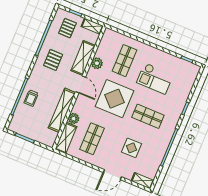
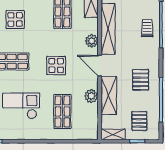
display table: (114, 99) -> (56, 65), width x0.54, depth x0.54
plant: (74, 119) -> (92, 41), moved

